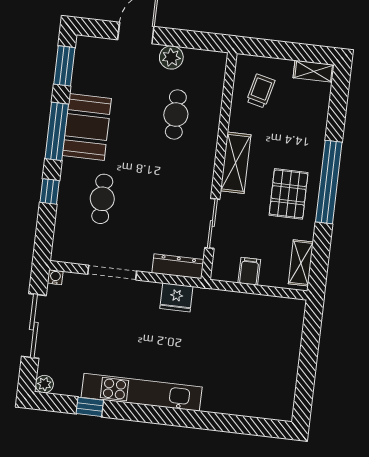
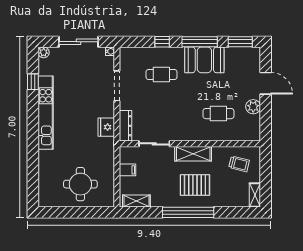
pallet: (289, 194) -> (195, 185), moved
round table: (263, 350) -> (80, 184), added

